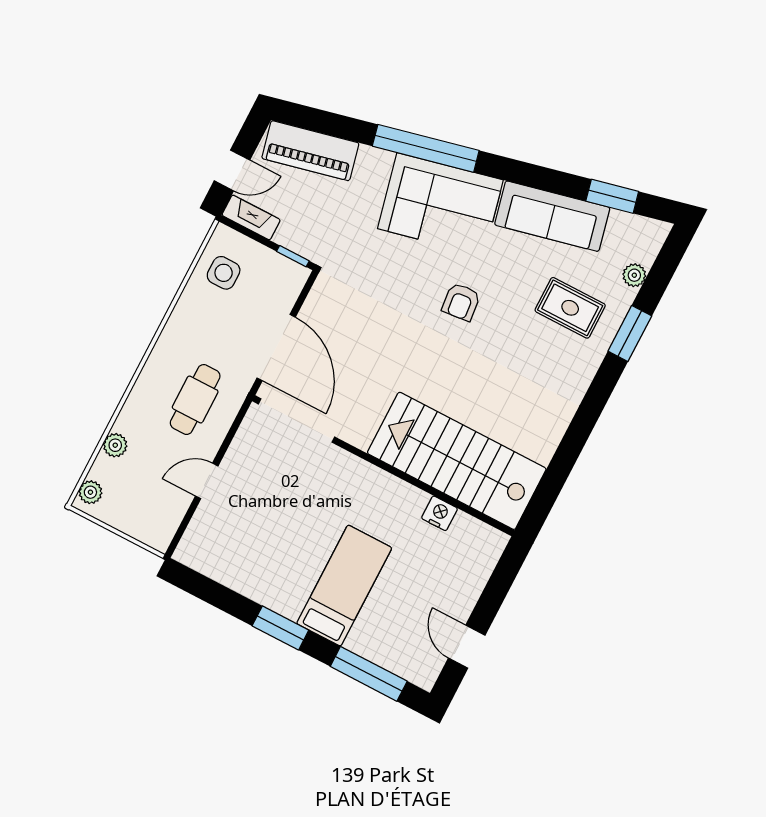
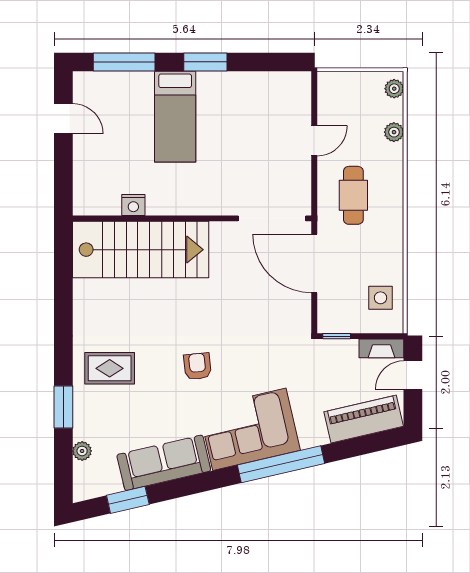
rug: (570, 308) -> (110, 368), moved

